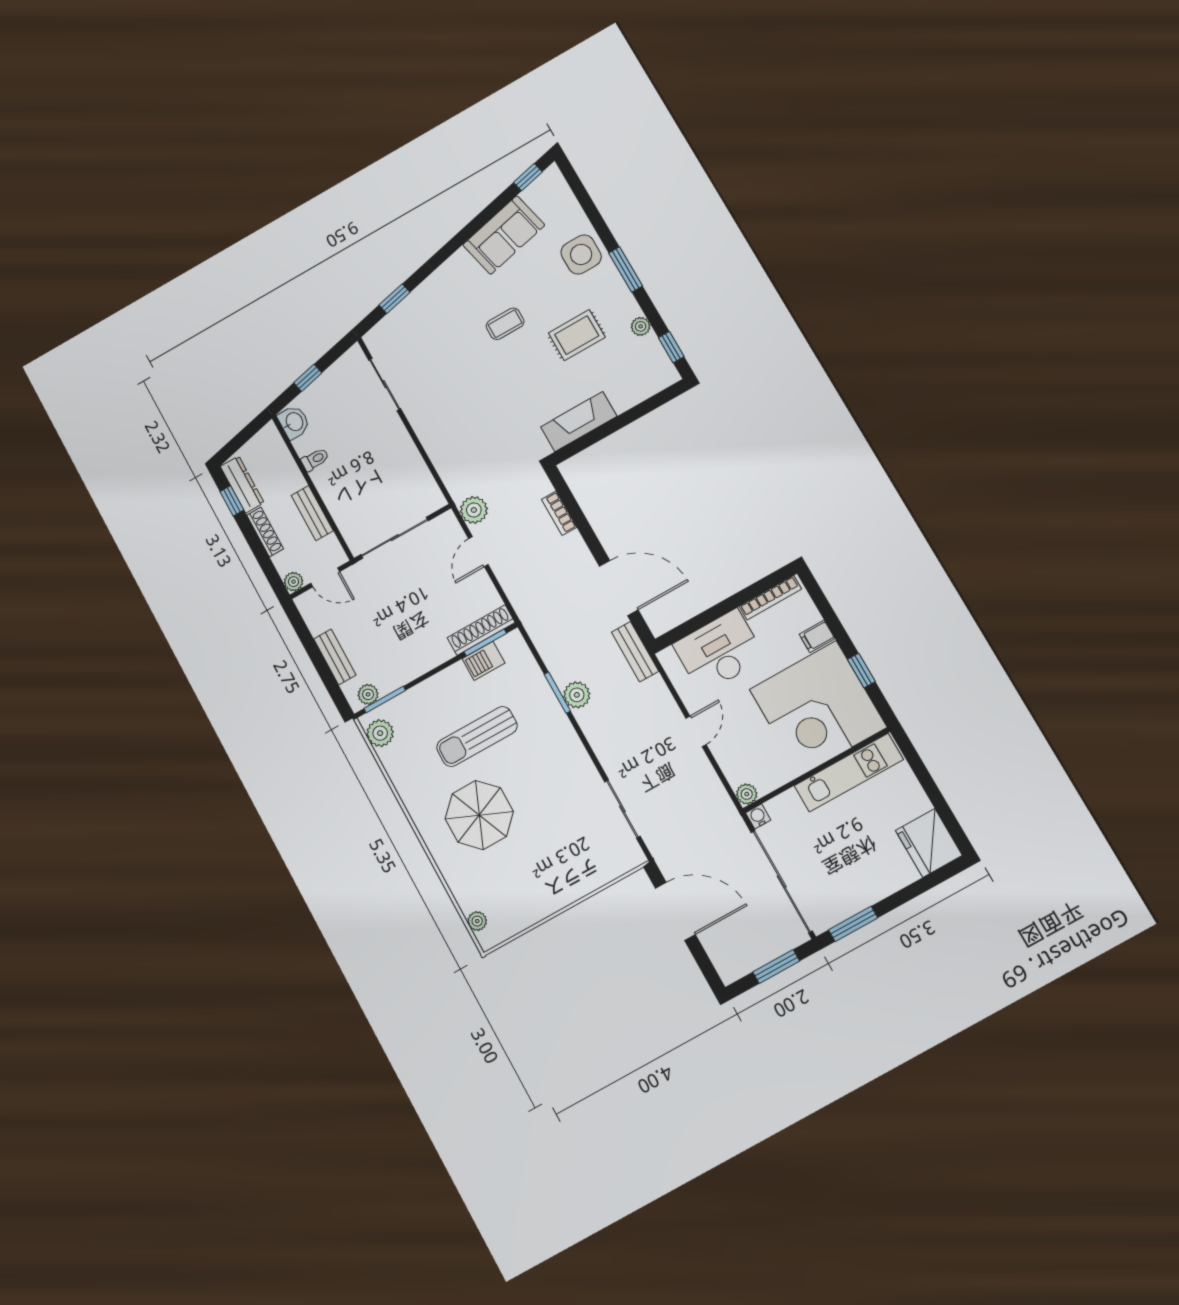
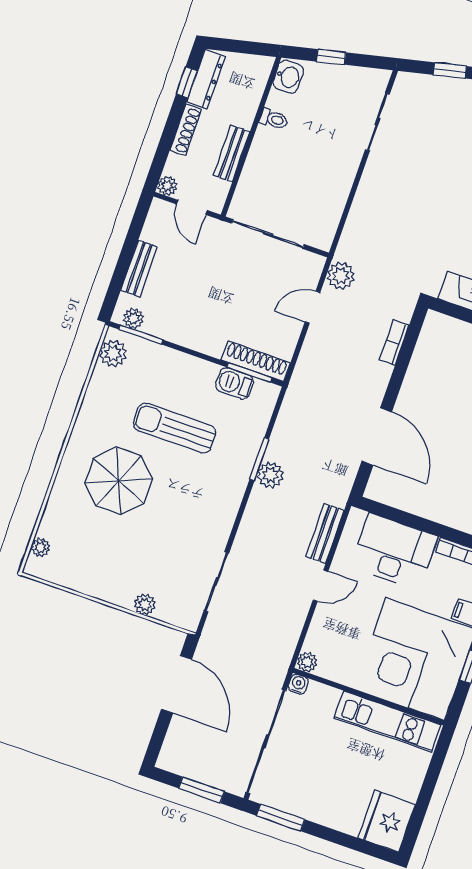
bench: (635, 652) -> (325, 533), moved
plant: (592, 880) -> (145, 604), added

